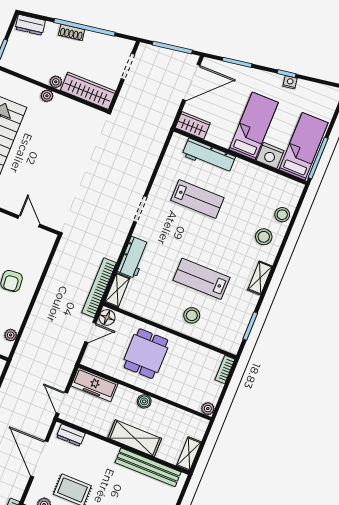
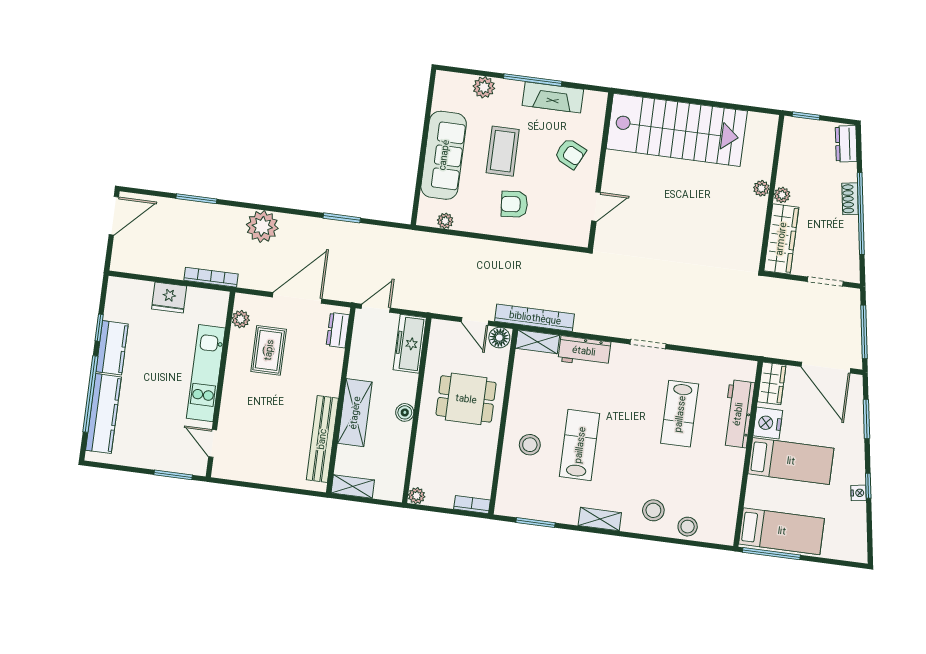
nightstand: (270, 156) -> (768, 423), moved

